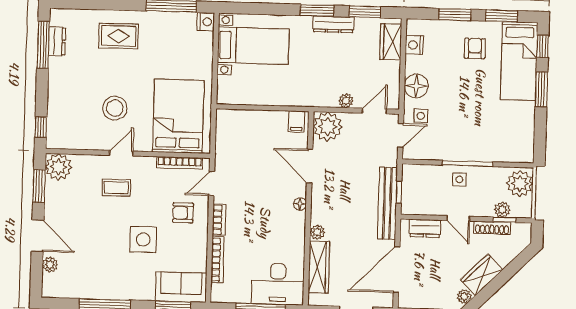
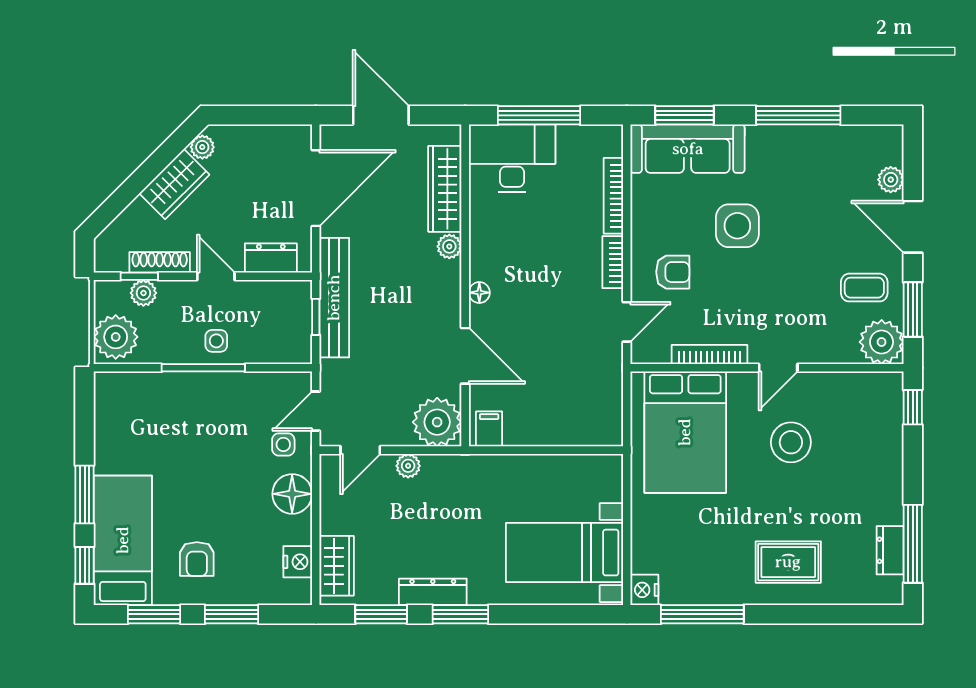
bookcase: (179, 163) -> (710, 354), moved
coffee table: (116, 188) -> (864, 288), moved
sofa: (181, 287) -> (688, 149), width x1.36

